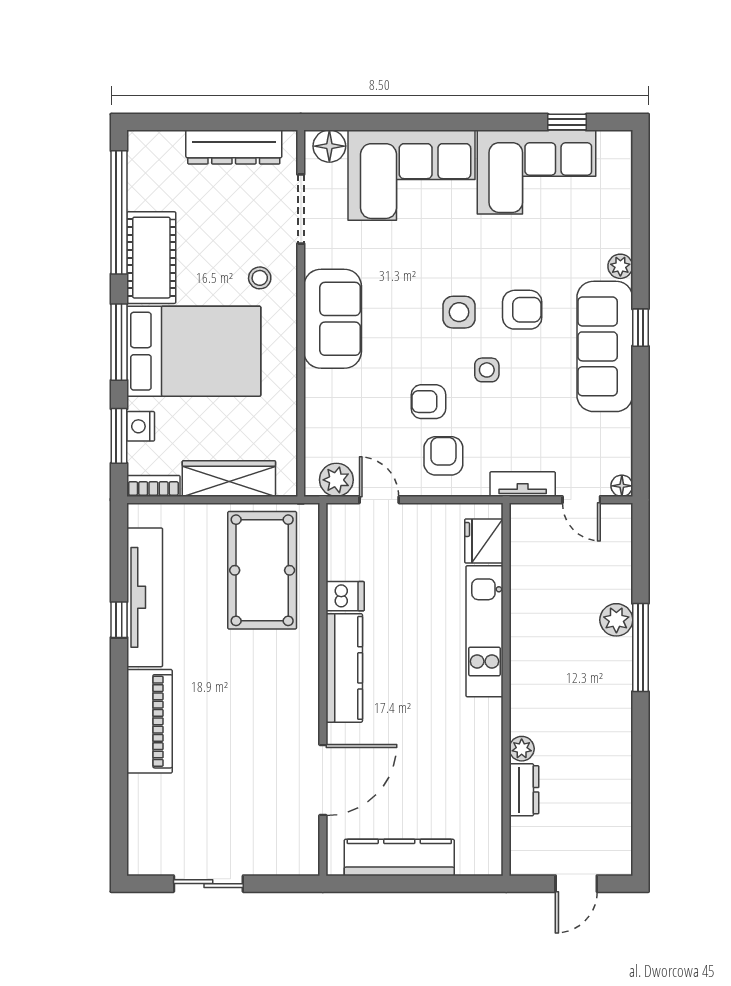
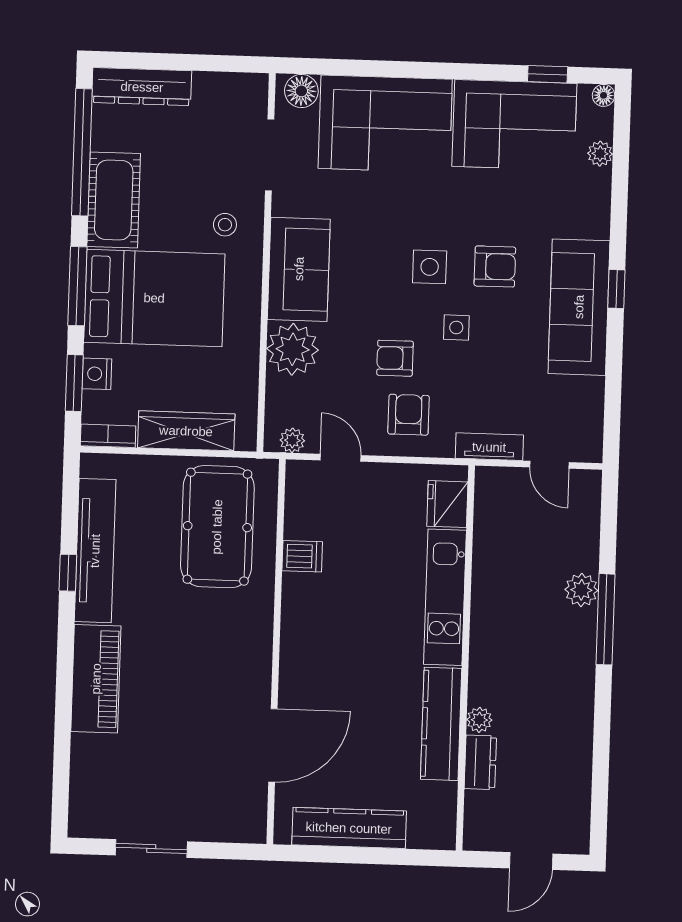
dresser: (234, 147) -> (142, 87), moved
plant: (620, 266) -> (600, 154), moved
plant: (329, 396) -> (293, 349), added
plant: (336, 480) -> (292, 440), width x0.73, depth x0.73
floor lamp: (622, 486) -> (604, 95), moved
kitchen counter: (344, 668) -> (441, 724), moved, turned 180

